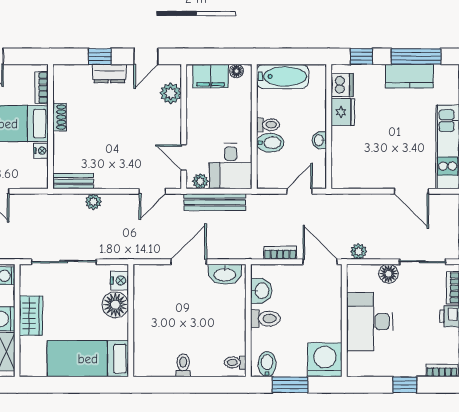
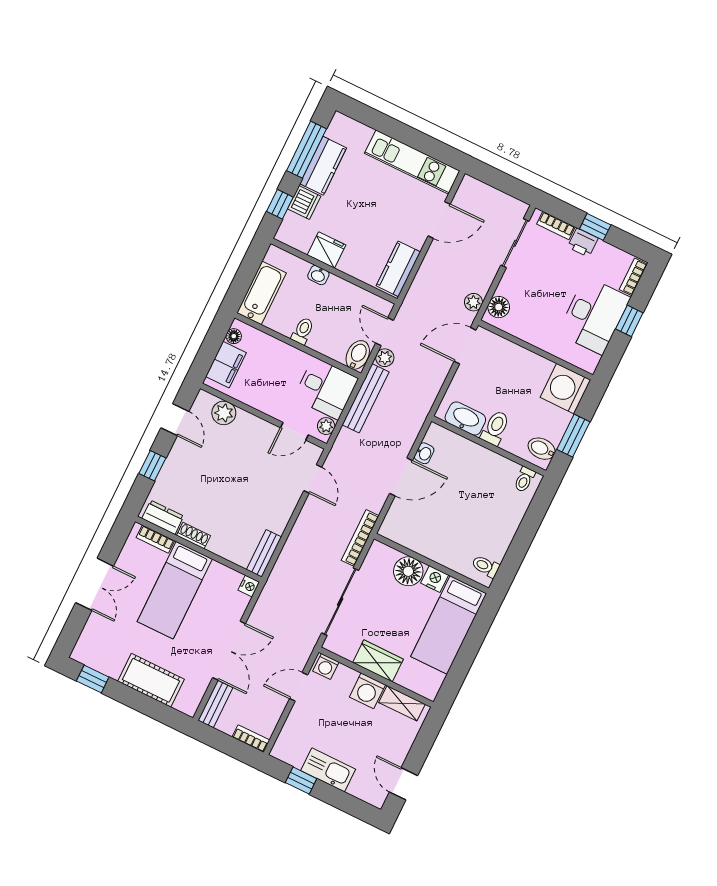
dresser: (109, 74) -> (163, 517), moved, turned -90
dishwasher: (342, 85) -> (304, 202), moved, turned 90
washbasin: (319, 140) -> (318, 275), moved
bidet: (270, 143) -> (358, 355), moved
nightstand: (41, 151) -> (249, 586), moved, turned 90
kitchen counter: (356, 178) -> (398, 269), added
plant: (93, 202) -> (385, 358), moved
bench: (215, 202) -> (366, 398), moved
bookcase: (280, 253) -> (360, 538), moved, width x1.56
door: (189, 262) -> (401, 477), swing flipped
washbasin: (225, 274) -> (424, 453), width x0.52, depth x0.69
floor lamp: (388, 274) -> (499, 307), moved
nightstand: (119, 280) -> (435, 579), moved
washbasin: (261, 291) -> (465, 419), width x1.38
desk: (370, 322) -> (594, 315), moved, turned -90
toilet: (183, 365) -> (486, 566), moved

